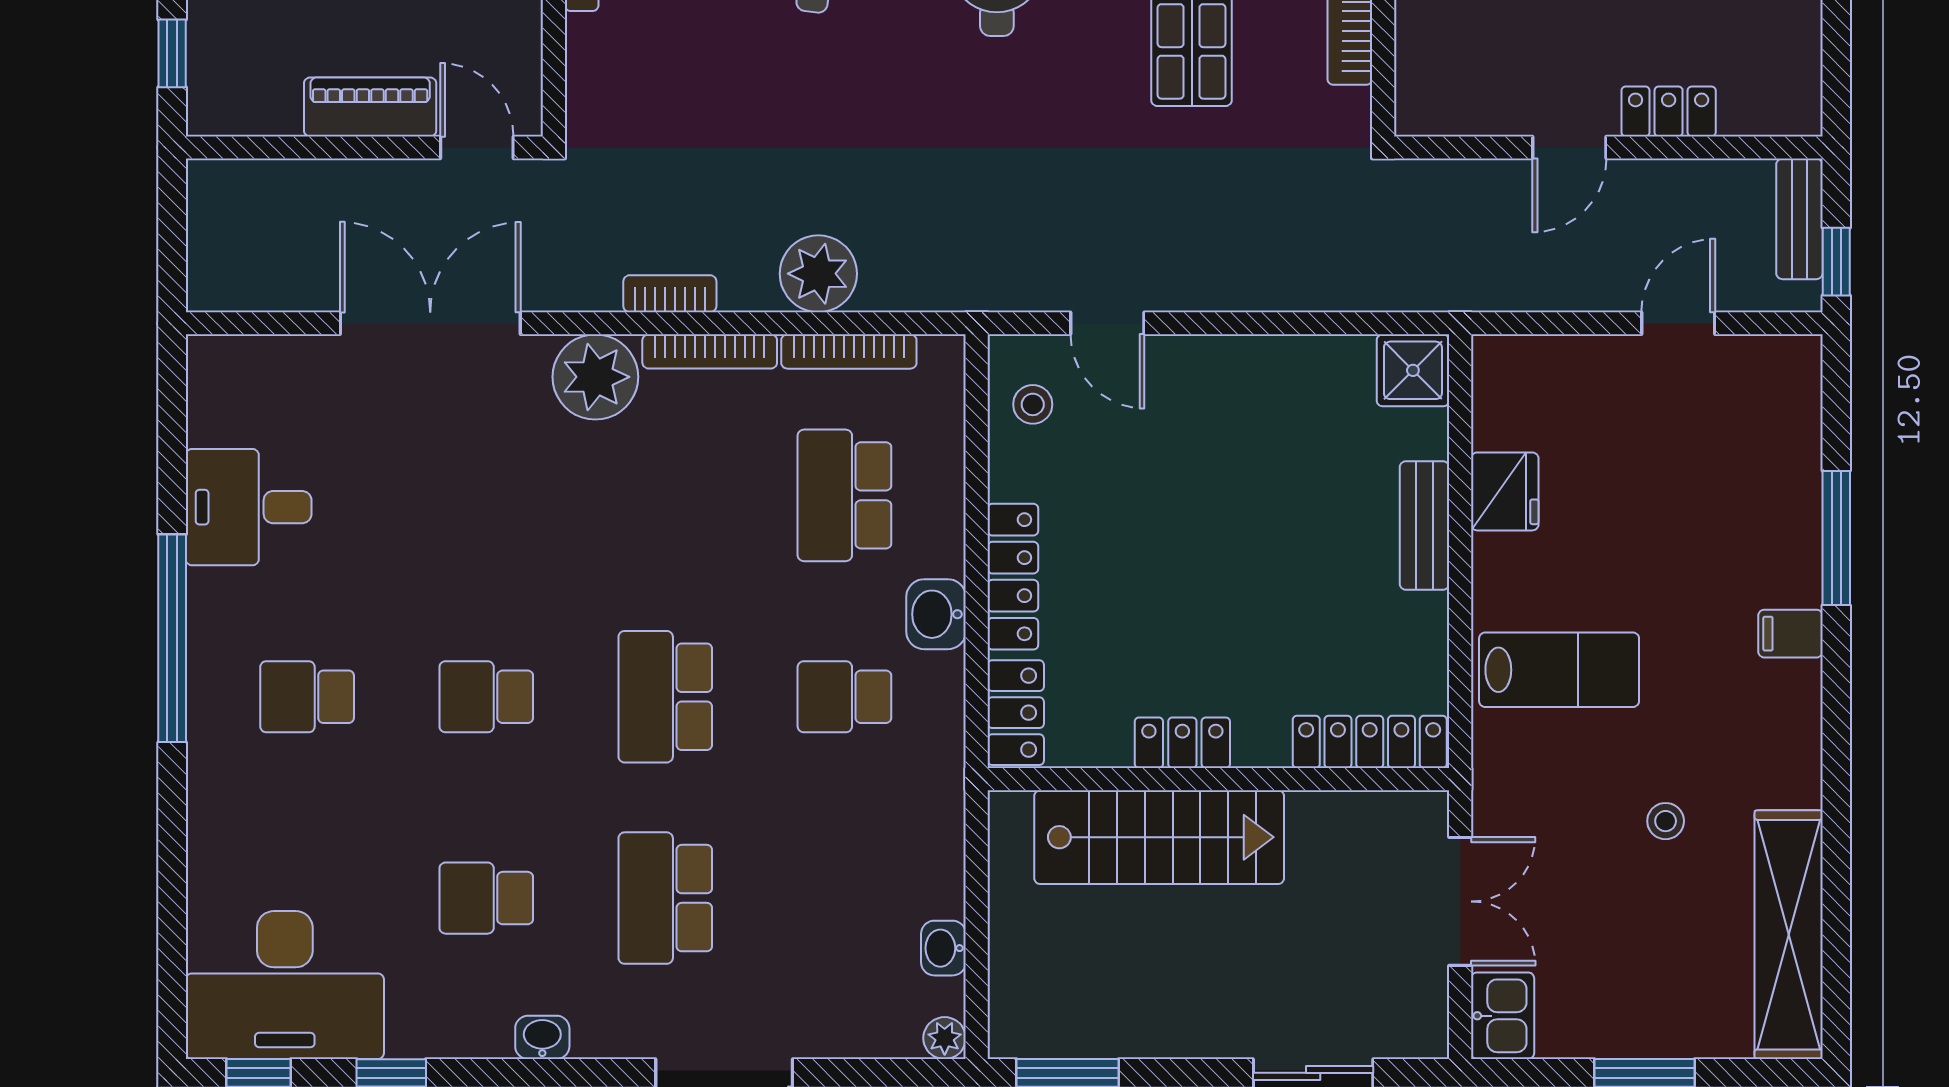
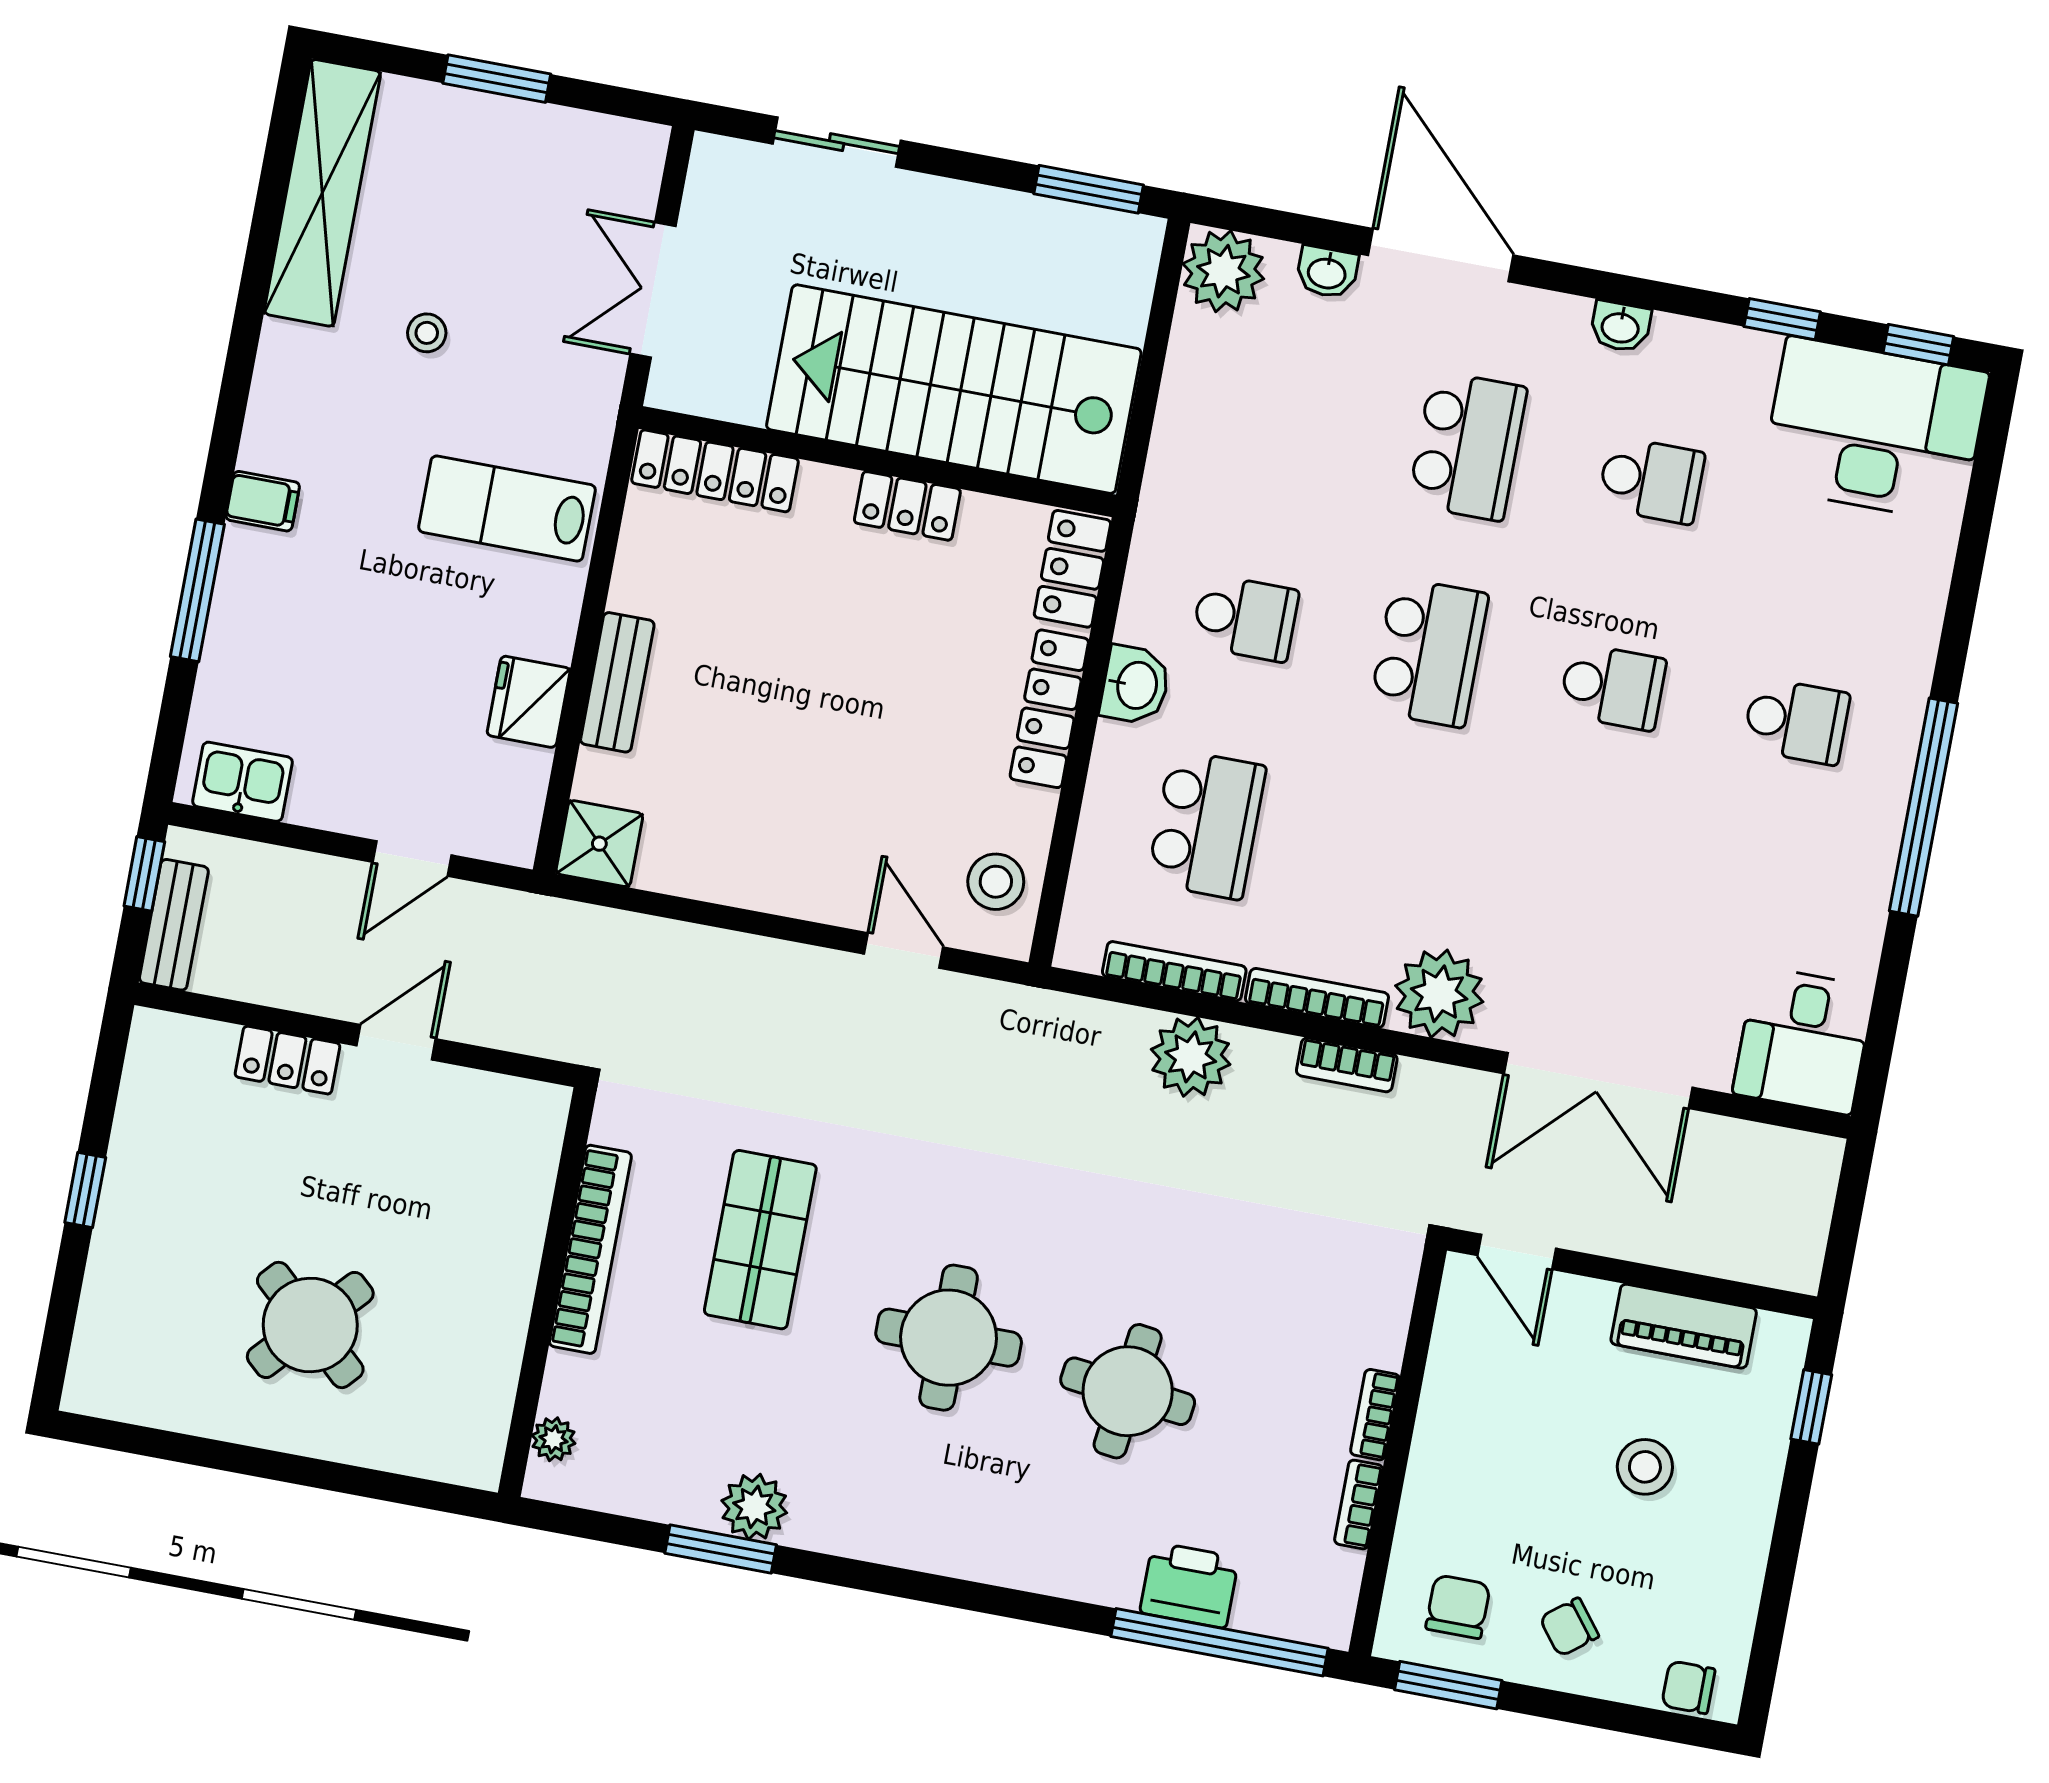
piano: (370, 107) -> (1684, 1326), moved
door: (1678, 323) -> (412, 859), moved
stool: (1033, 404) -> (996, 882), width x1.37, depth x1.37
desk: (249, 507) -> (1803, 1041), moved, turned 90
stairs: (1159, 837) -> (954, 389), width x1.36, depth x1.51
washbasin: (943, 948) -> (1327, 272), moved, turned 90
kitchen sink: (1503, 1016) -> (242, 782), moved, turned 90
plant: (945, 1038) -> (1223, 271), width x1.87, depth x1.87

